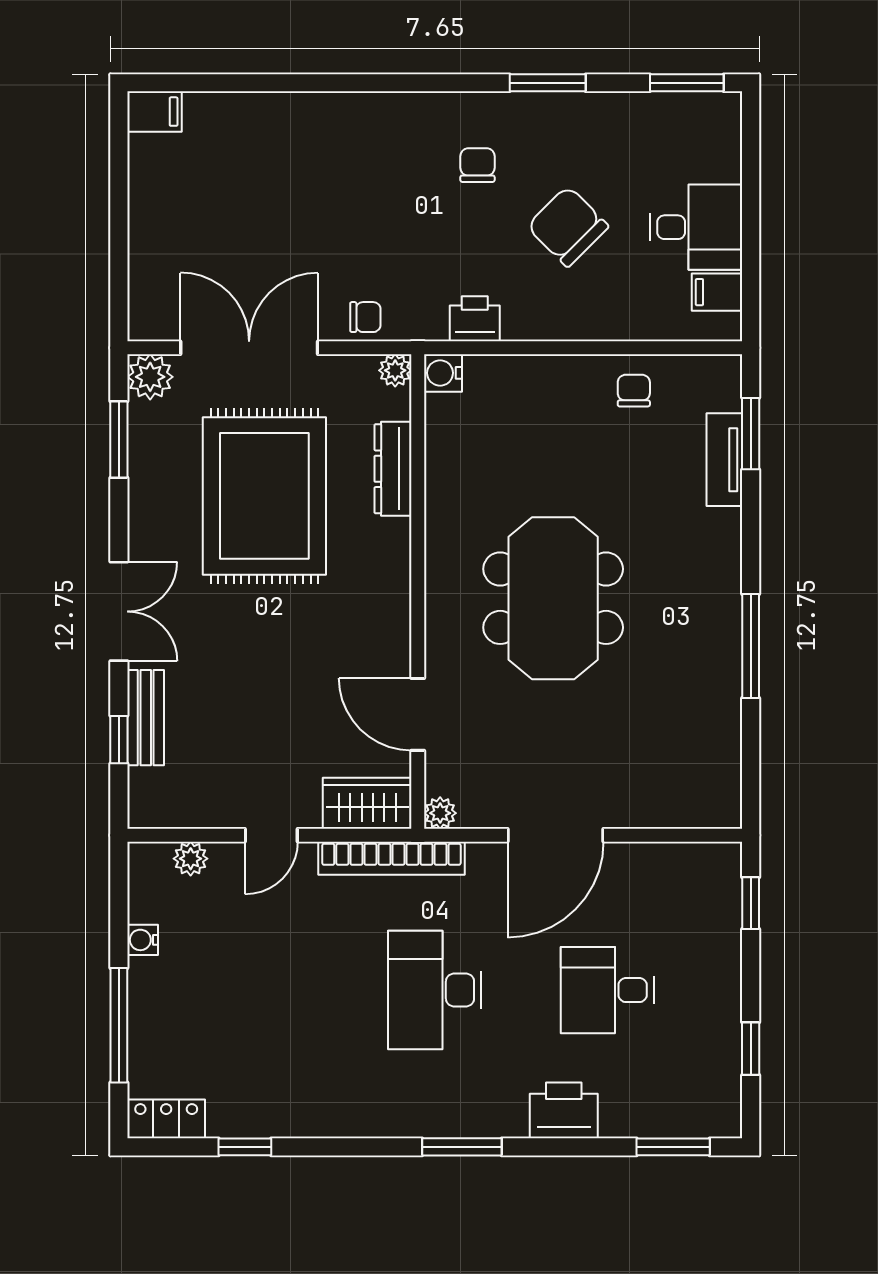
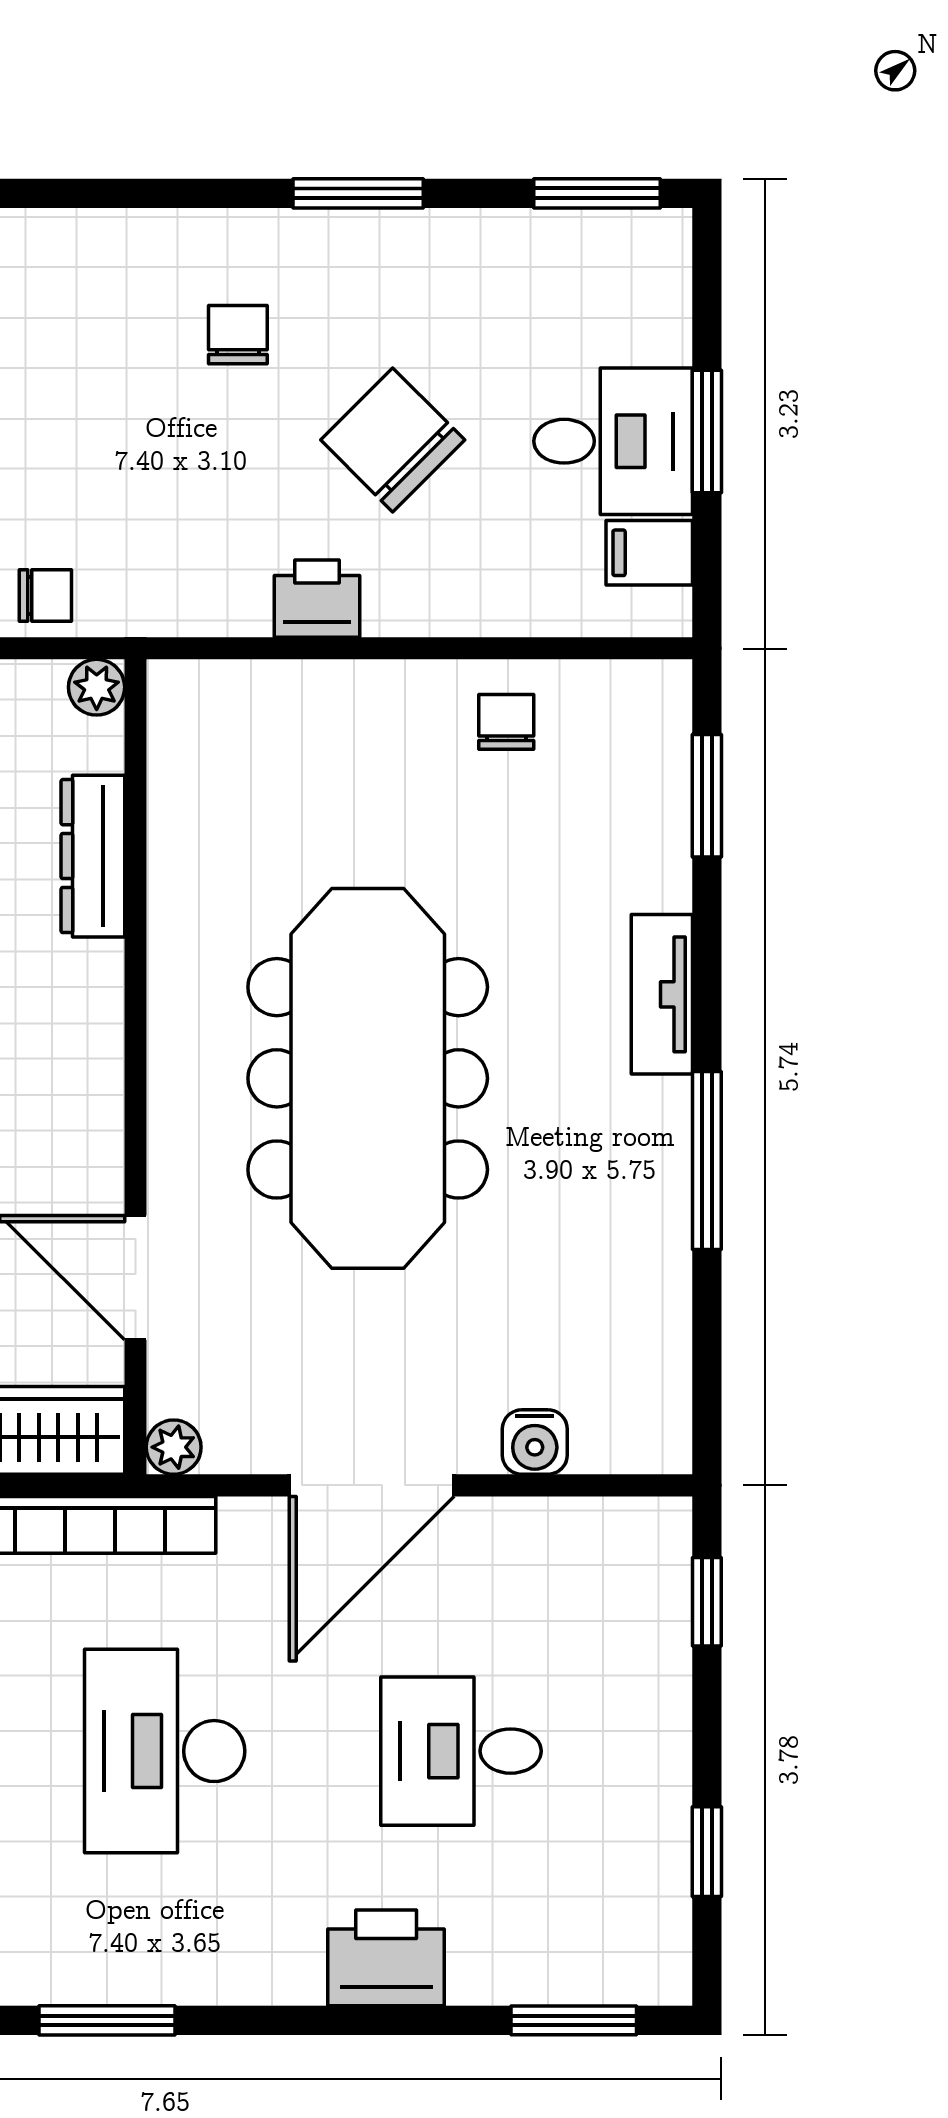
window: (751, 221) -> (707, 431), added
printer: (475, 319) -> (317, 599), moved
water cooler: (443, 373) -> (535, 1442), moved, turned -90
tv unit: (724, 460) -> (662, 994), moved
meeting table: (553, 598) -> (368, 1078), width x1.36
window: (462, 1147) -> (107, 2020), moved

